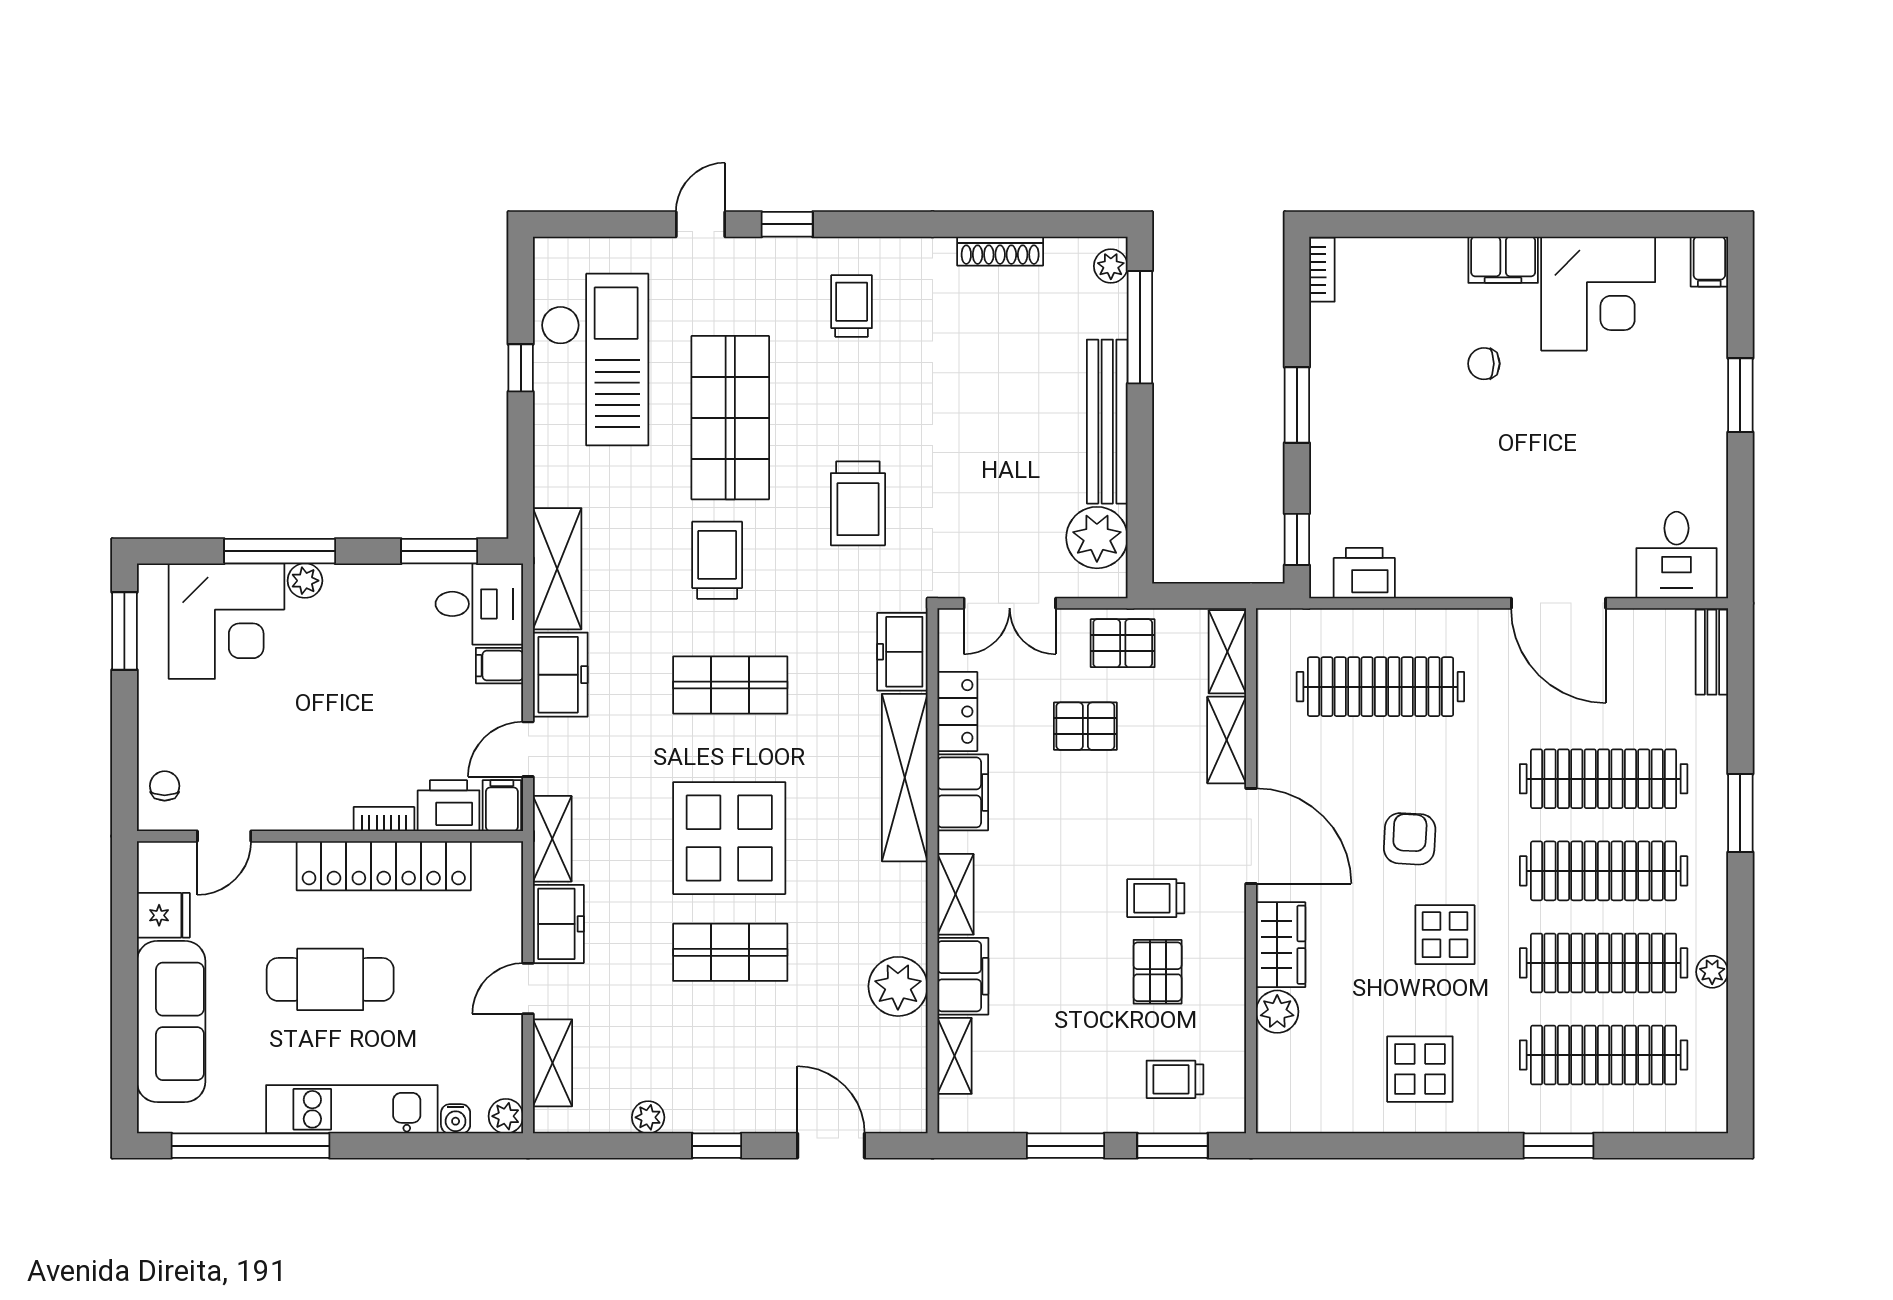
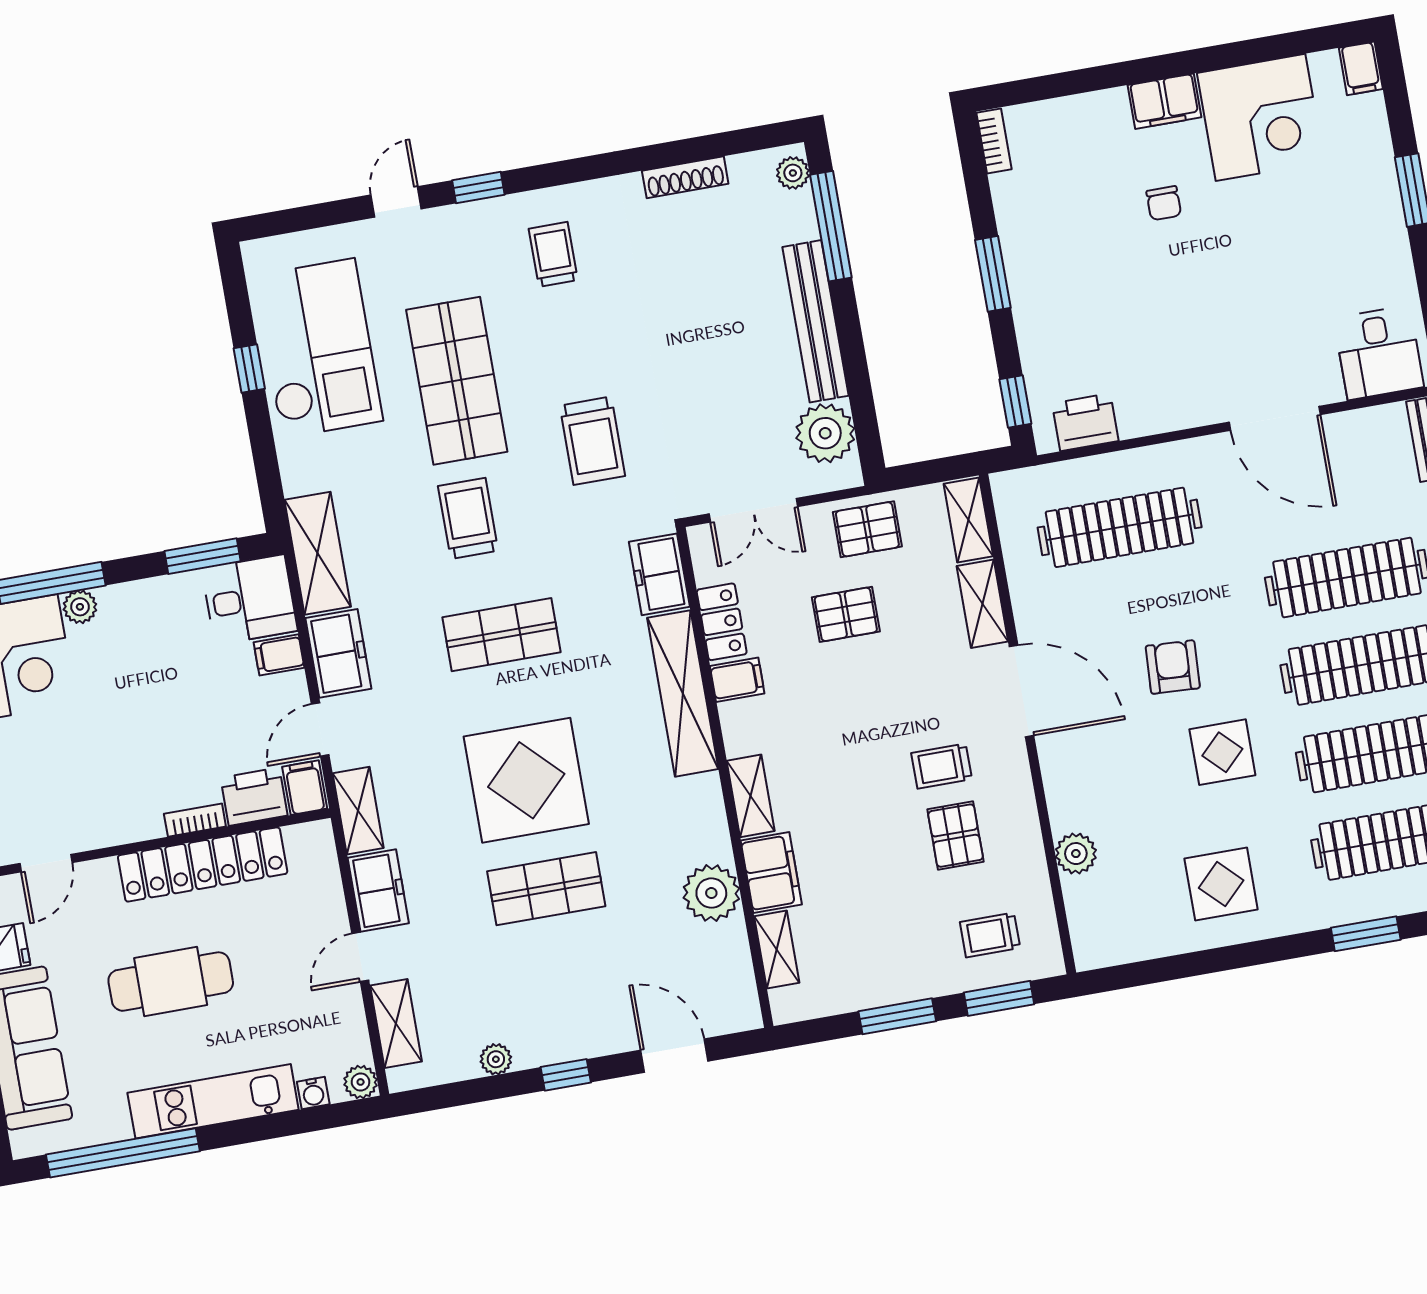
chair: (1484, 364) -> (1164, 203), turned -90
filing cabinet: (963, 792) -> (737, 680), width x0.50
wardrobe: (1281, 945) -> (1068, 789), removed

